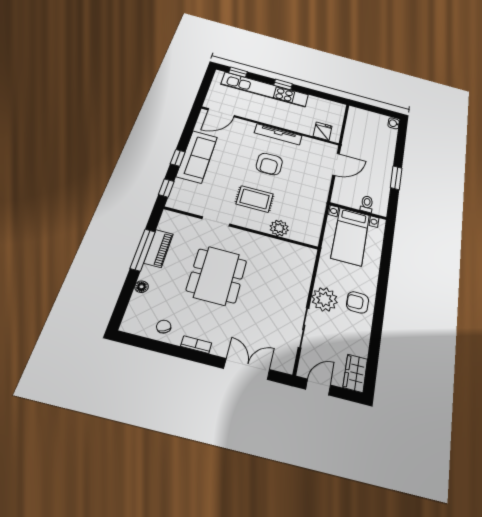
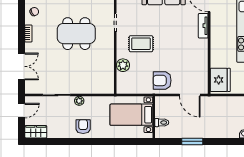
fridge: (323, 131) -> (220, 80), width x1.88, depth x1.34
tv unit: (278, 134) -> (203, 26), moved, width x0.71
armchair: (269, 164) -> (162, 80), moved
rug: (255, 199) -> (141, 44), turned 90
plant: (325, 299) -> (79, 101), width x0.53, depth x0.53
door: (318, 387) -> (22, 111), hinge flipped

